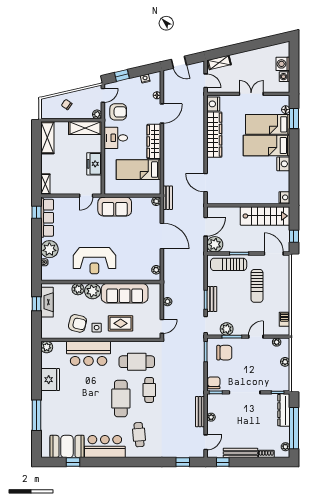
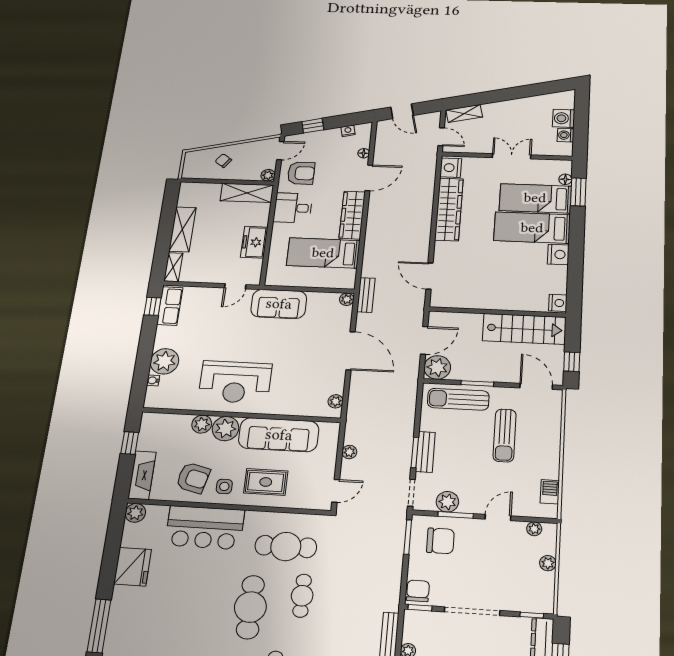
shelving: (47, 138) -> (182, 229), moved
row of seats: (47, 218) -> (170, 306), width x0.68
fireplace: (47, 302) -> (142, 475), moved

